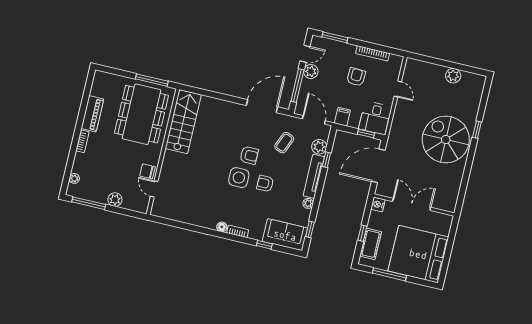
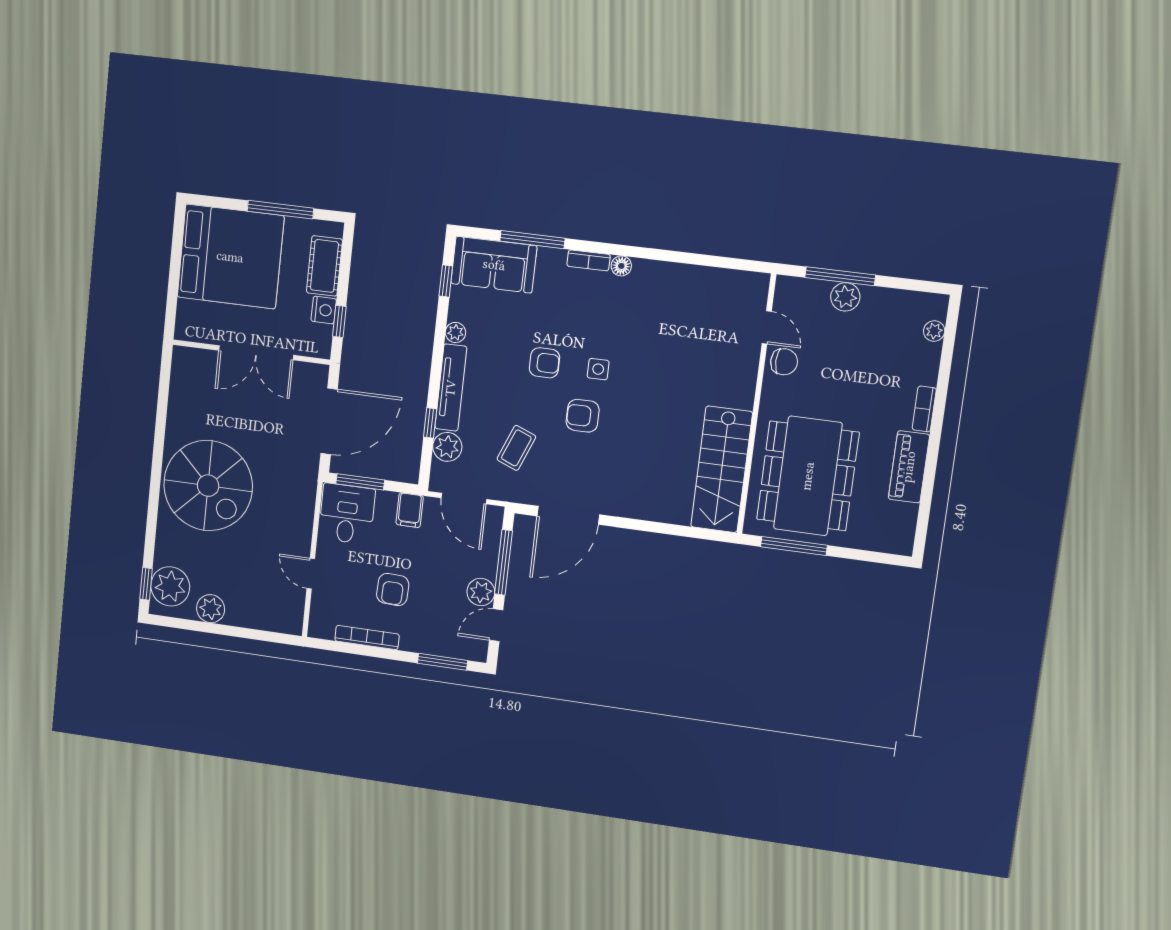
plant: (473, 89) -> (170, 586), added
window: (477, 130) -> (146, 584), moved
window: (366, 134) -> (360, 482), width x1.50
side table: (239, 178) -> (598, 369), width x0.54, depth x0.54
window: (89, 203) -> (840, 276), moved
nightstand: (378, 204) -> (324, 310), moved
window: (362, 233) -> (339, 321), moved
window: (264, 245) -> (532, 240), width x2.17

